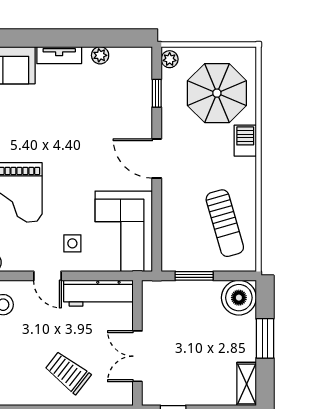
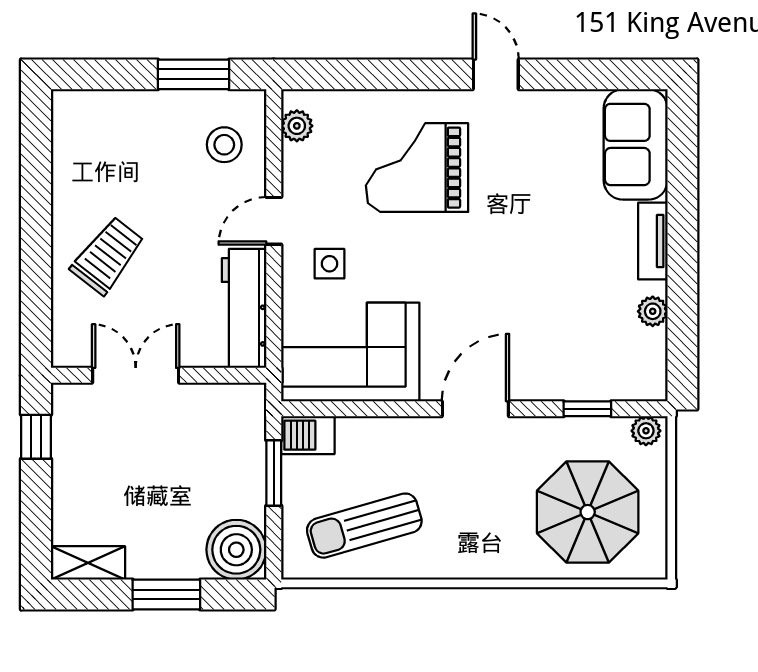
barbecue: (245, 141) -> (308, 435), moved, turned 180

